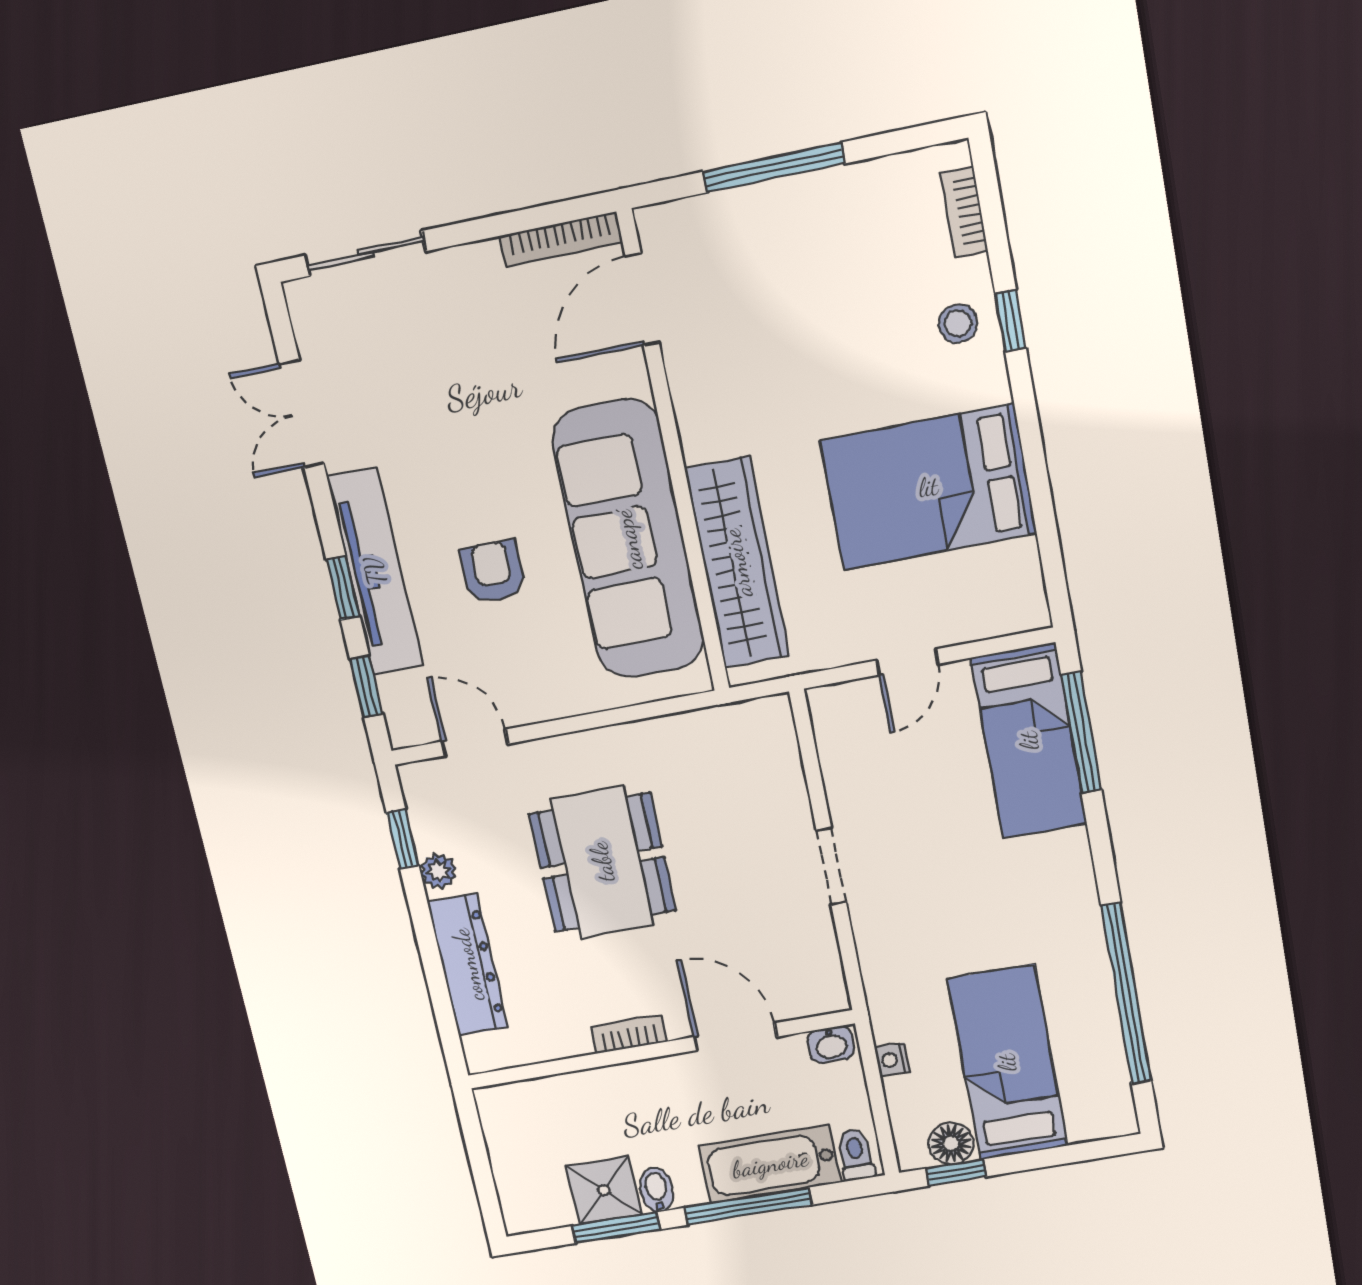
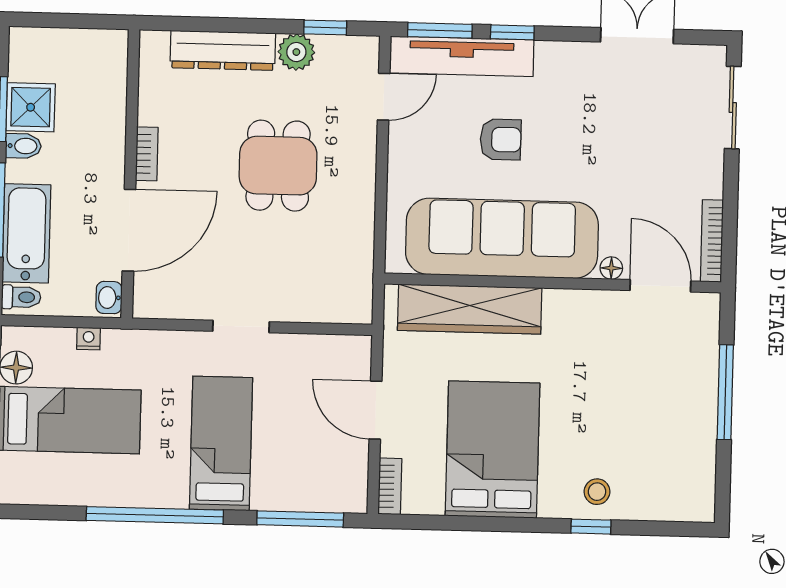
bookcase: (964, 212) -> (390, 486), moved, turned 90
floor lamp: (634, 376) -> (611, 268), added
tv unit: (375, 571) -> (462, 56), moved
door: (907, 662) -> (375, 410), width x1.38
window: (366, 687) -> (440, 30), width x1.50
bed: (1029, 741) -> (221, 443), moved, turned 90
dining table: (602, 862) -> (278, 166), width x0.73
plant: (438, 871) -> (296, 52), width x1.38, depth x1.38
window: (1126, 994) -> (155, 515), moved
door: (735, 1037) -> (129, 230), width x1.36

